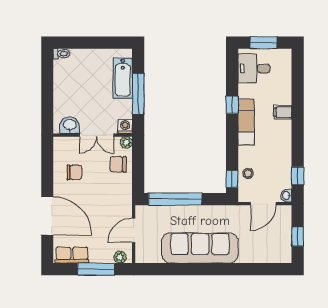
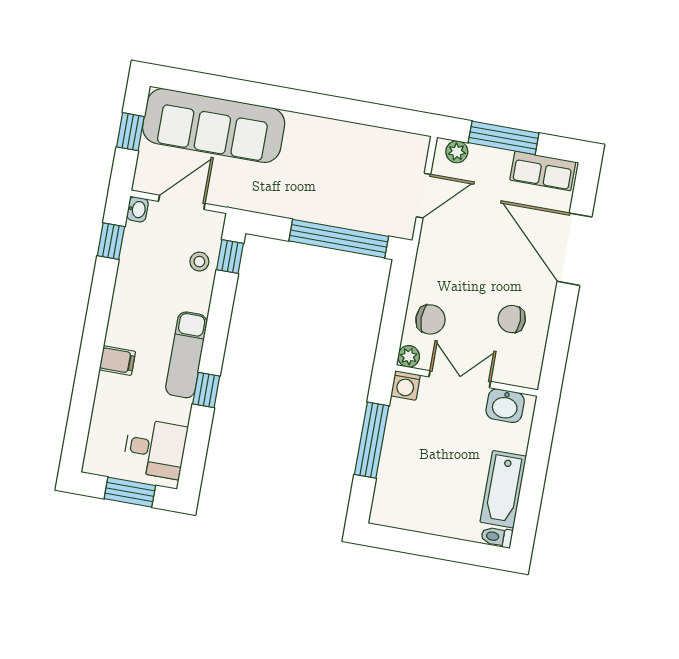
bathtub: (123, 78) -> (503, 489), moved, turned 180
sofa: (200, 248) -> (214, 126), moved

